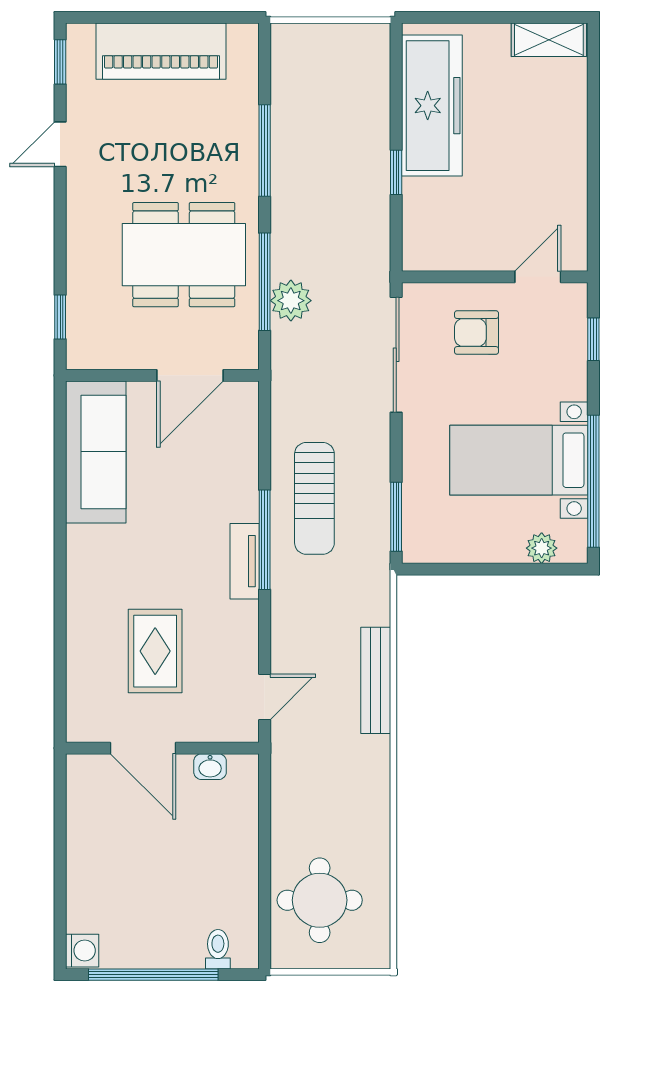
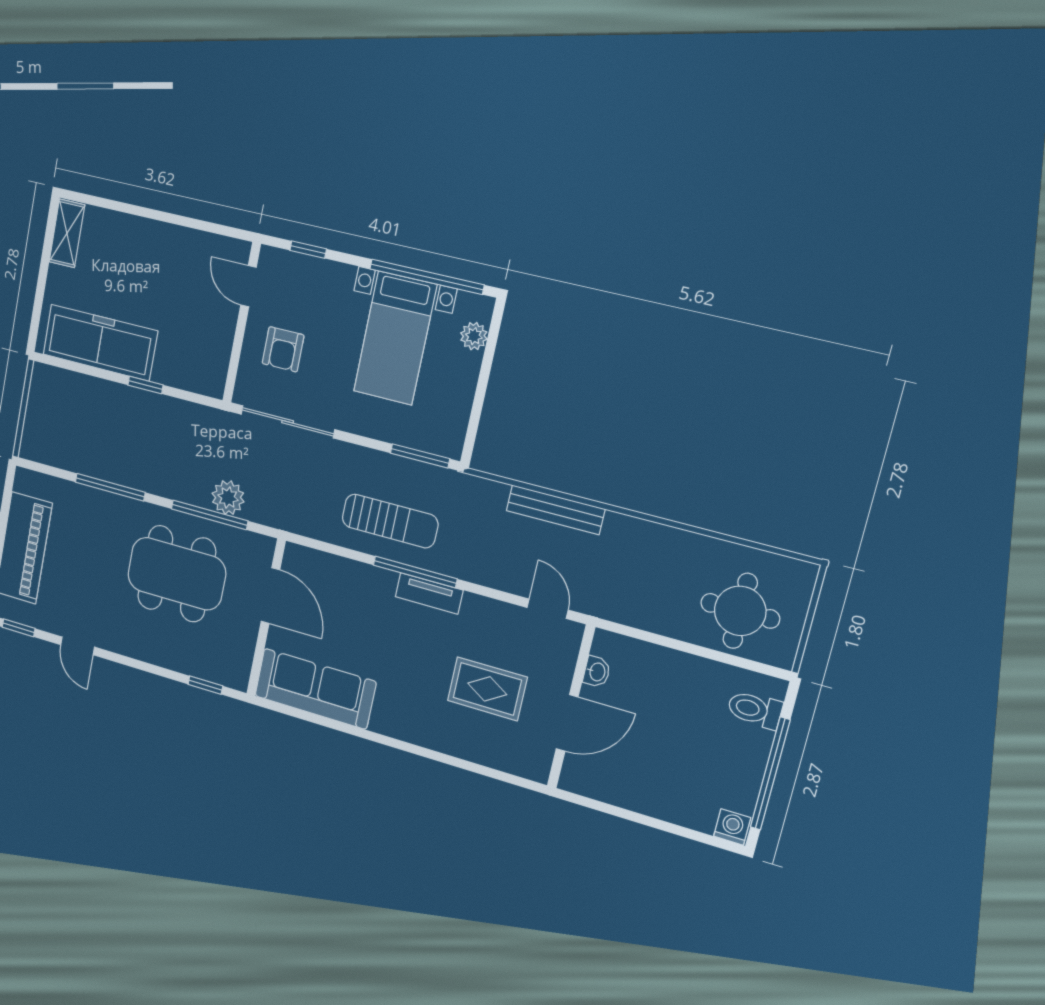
dining table: (184, 255) -> (177, 574), turned 90
toilet: (218, 949) -> (755, 710), width x1.37, depth x1.39

